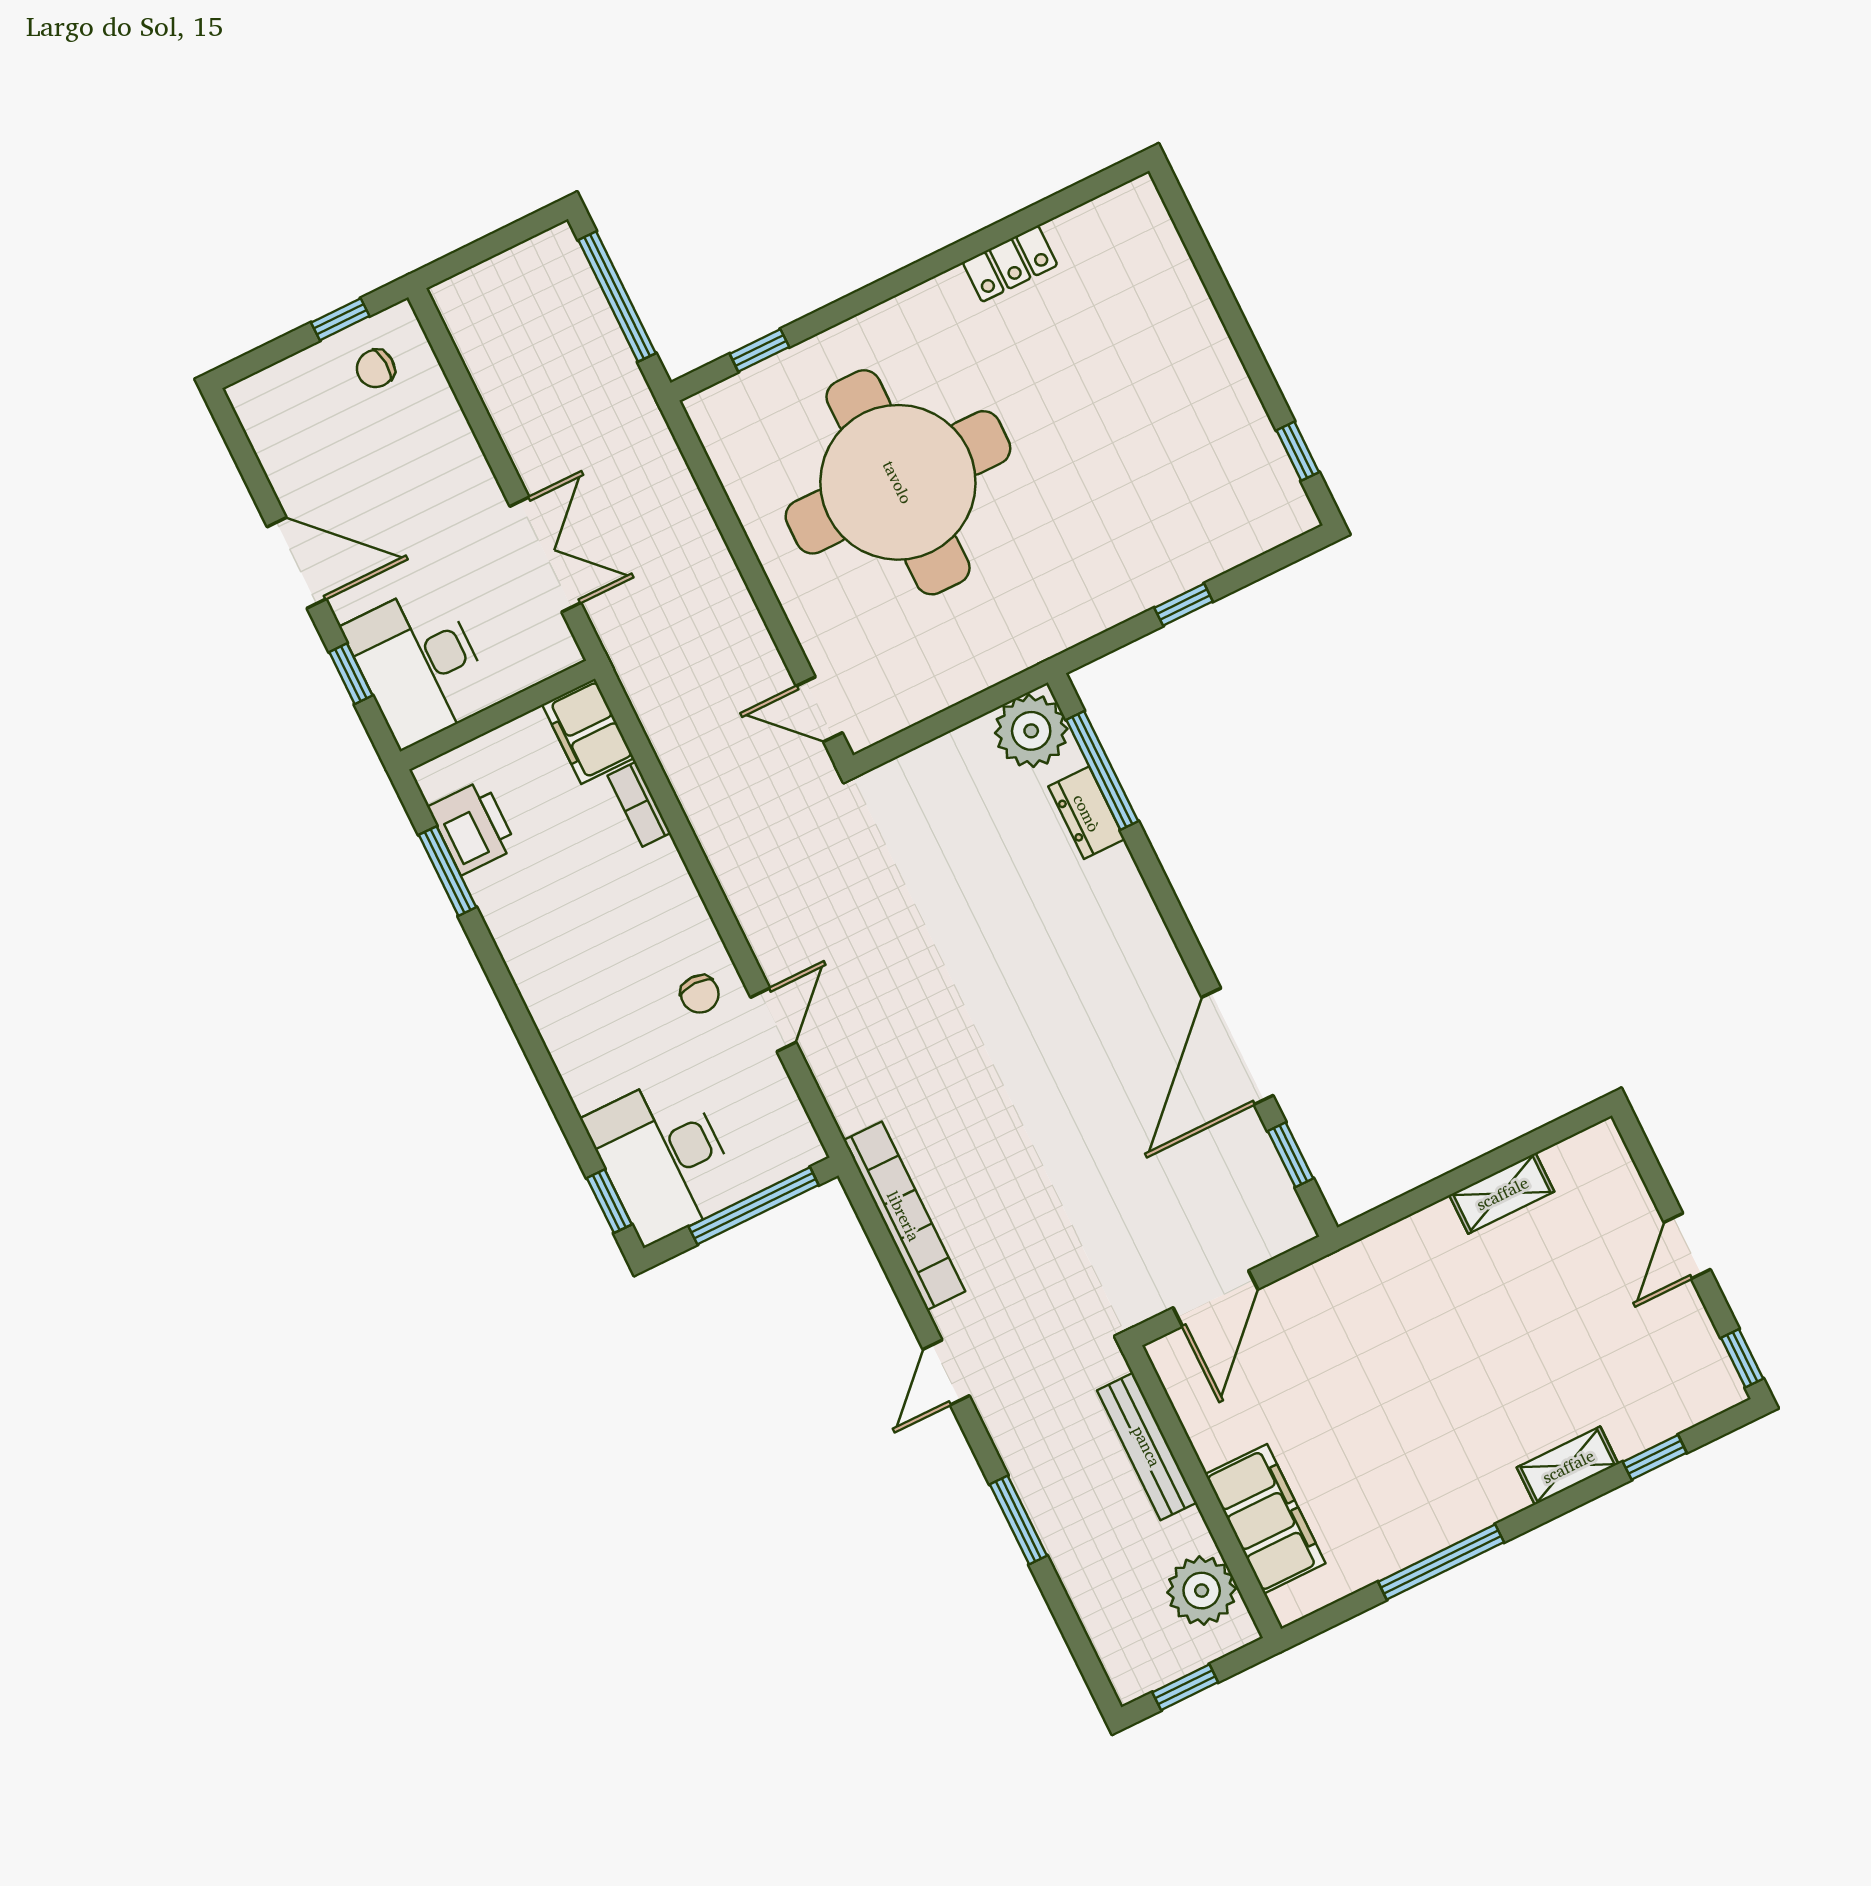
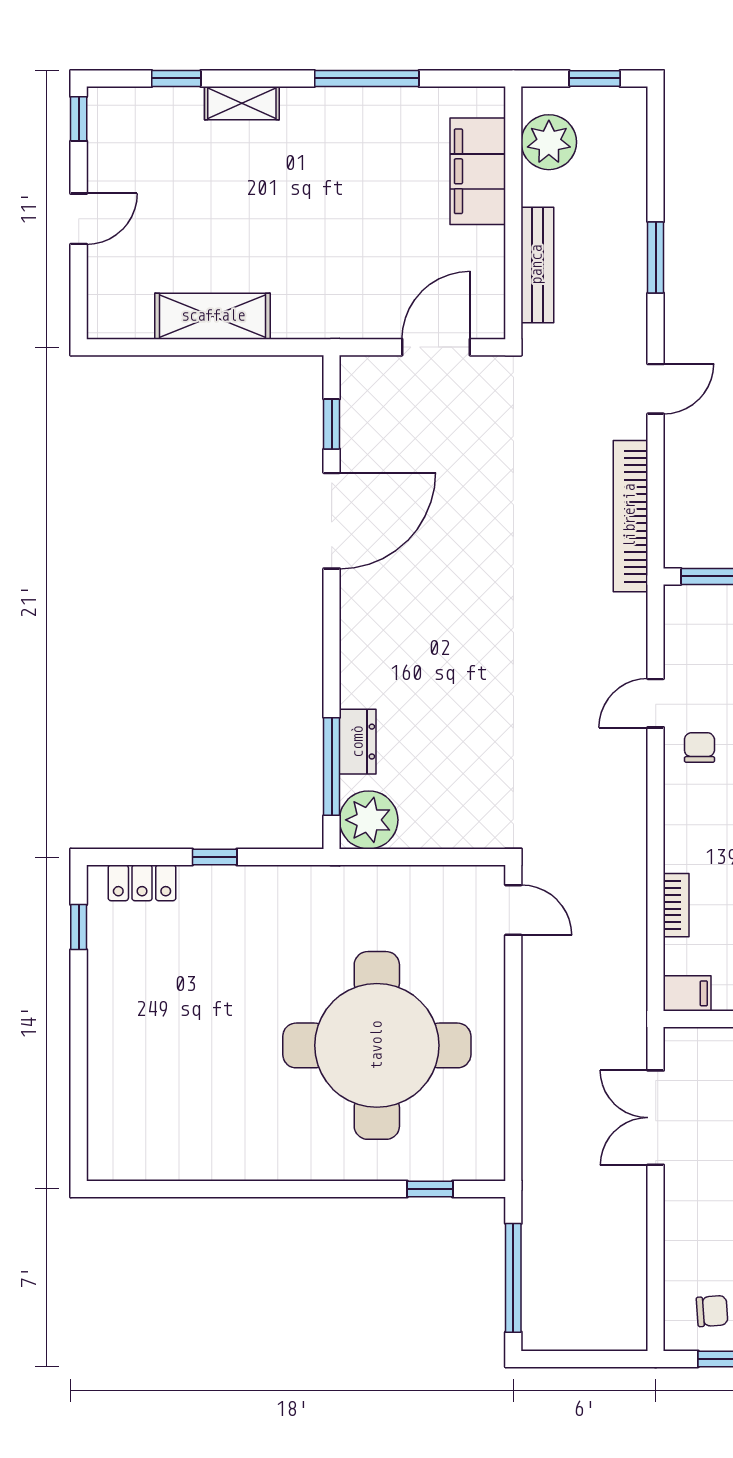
locker: (1010, 264) -> (142, 883), moved, turned 180
filing cabinet: (588, 731) -> (687, 993), width x0.50
shelving: (1502, 1193) -> (213, 316), width x1.50, depth x1.33

